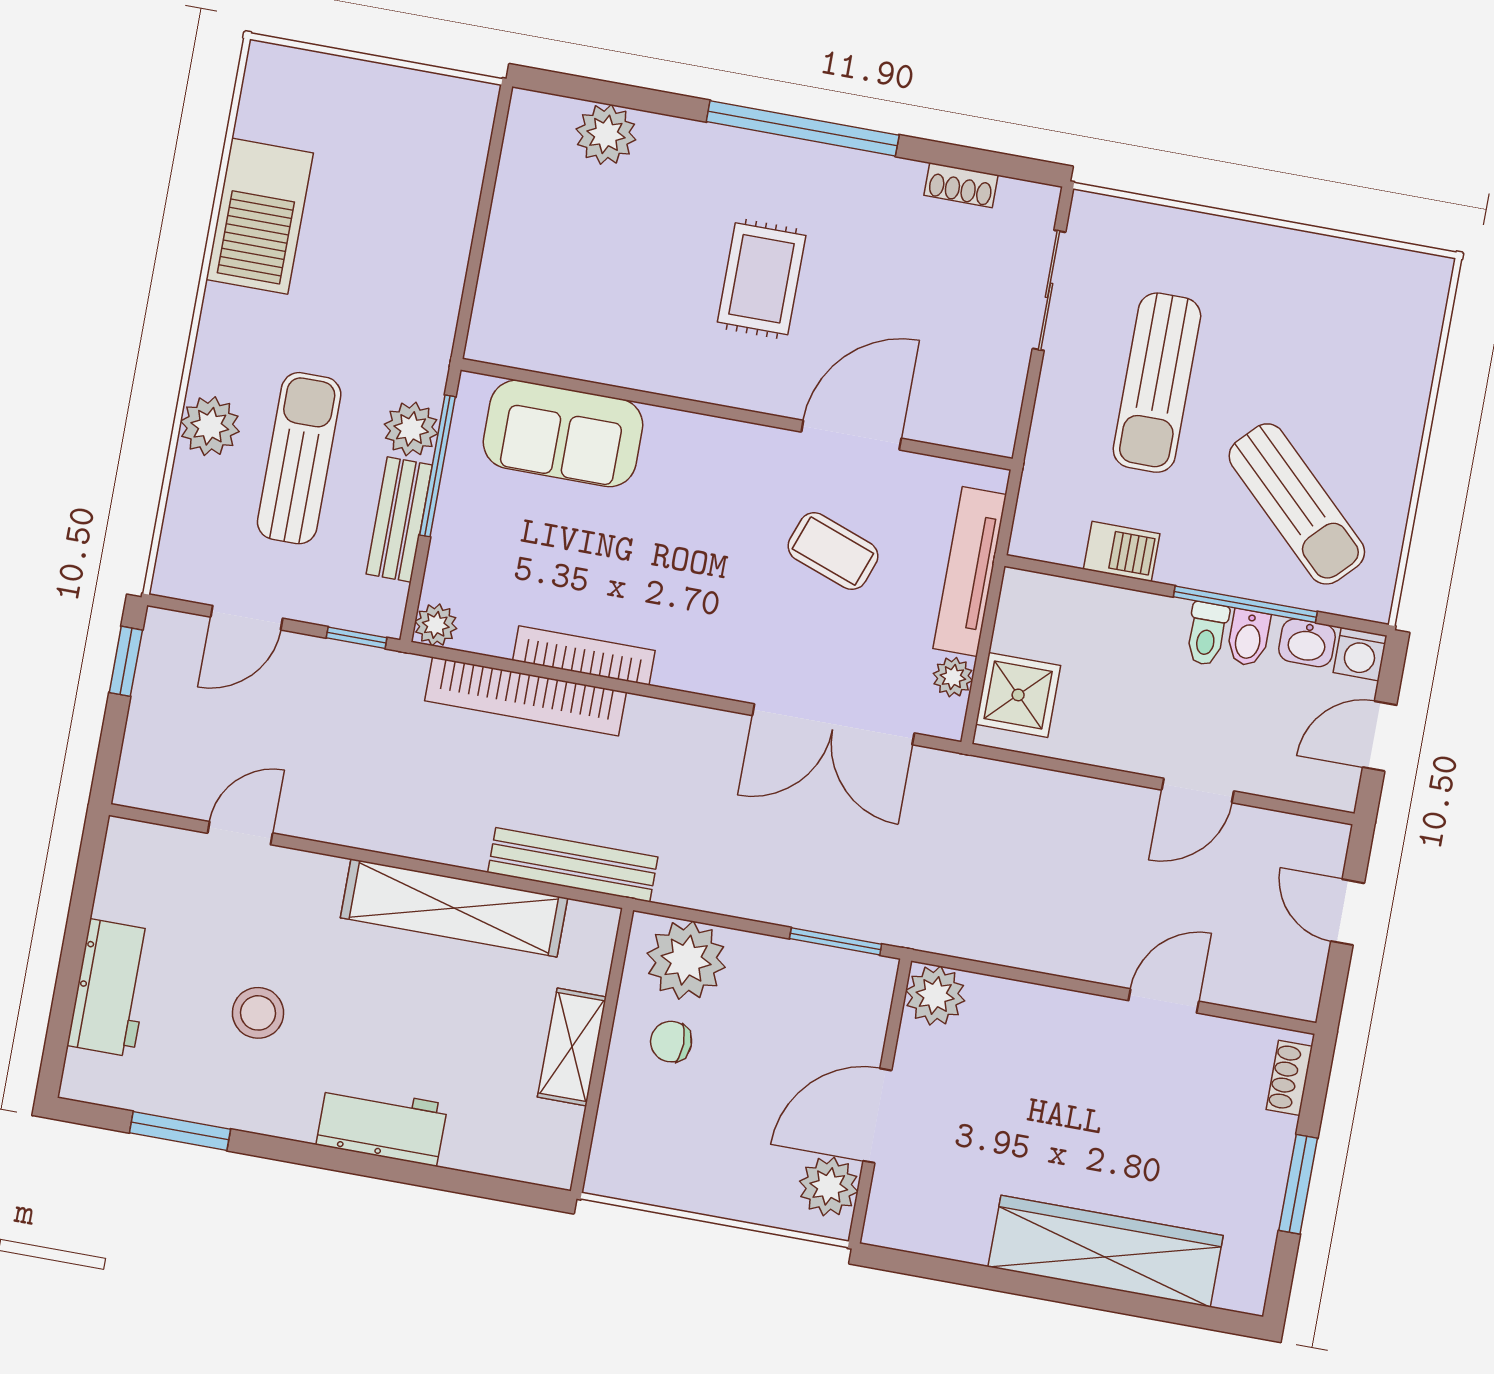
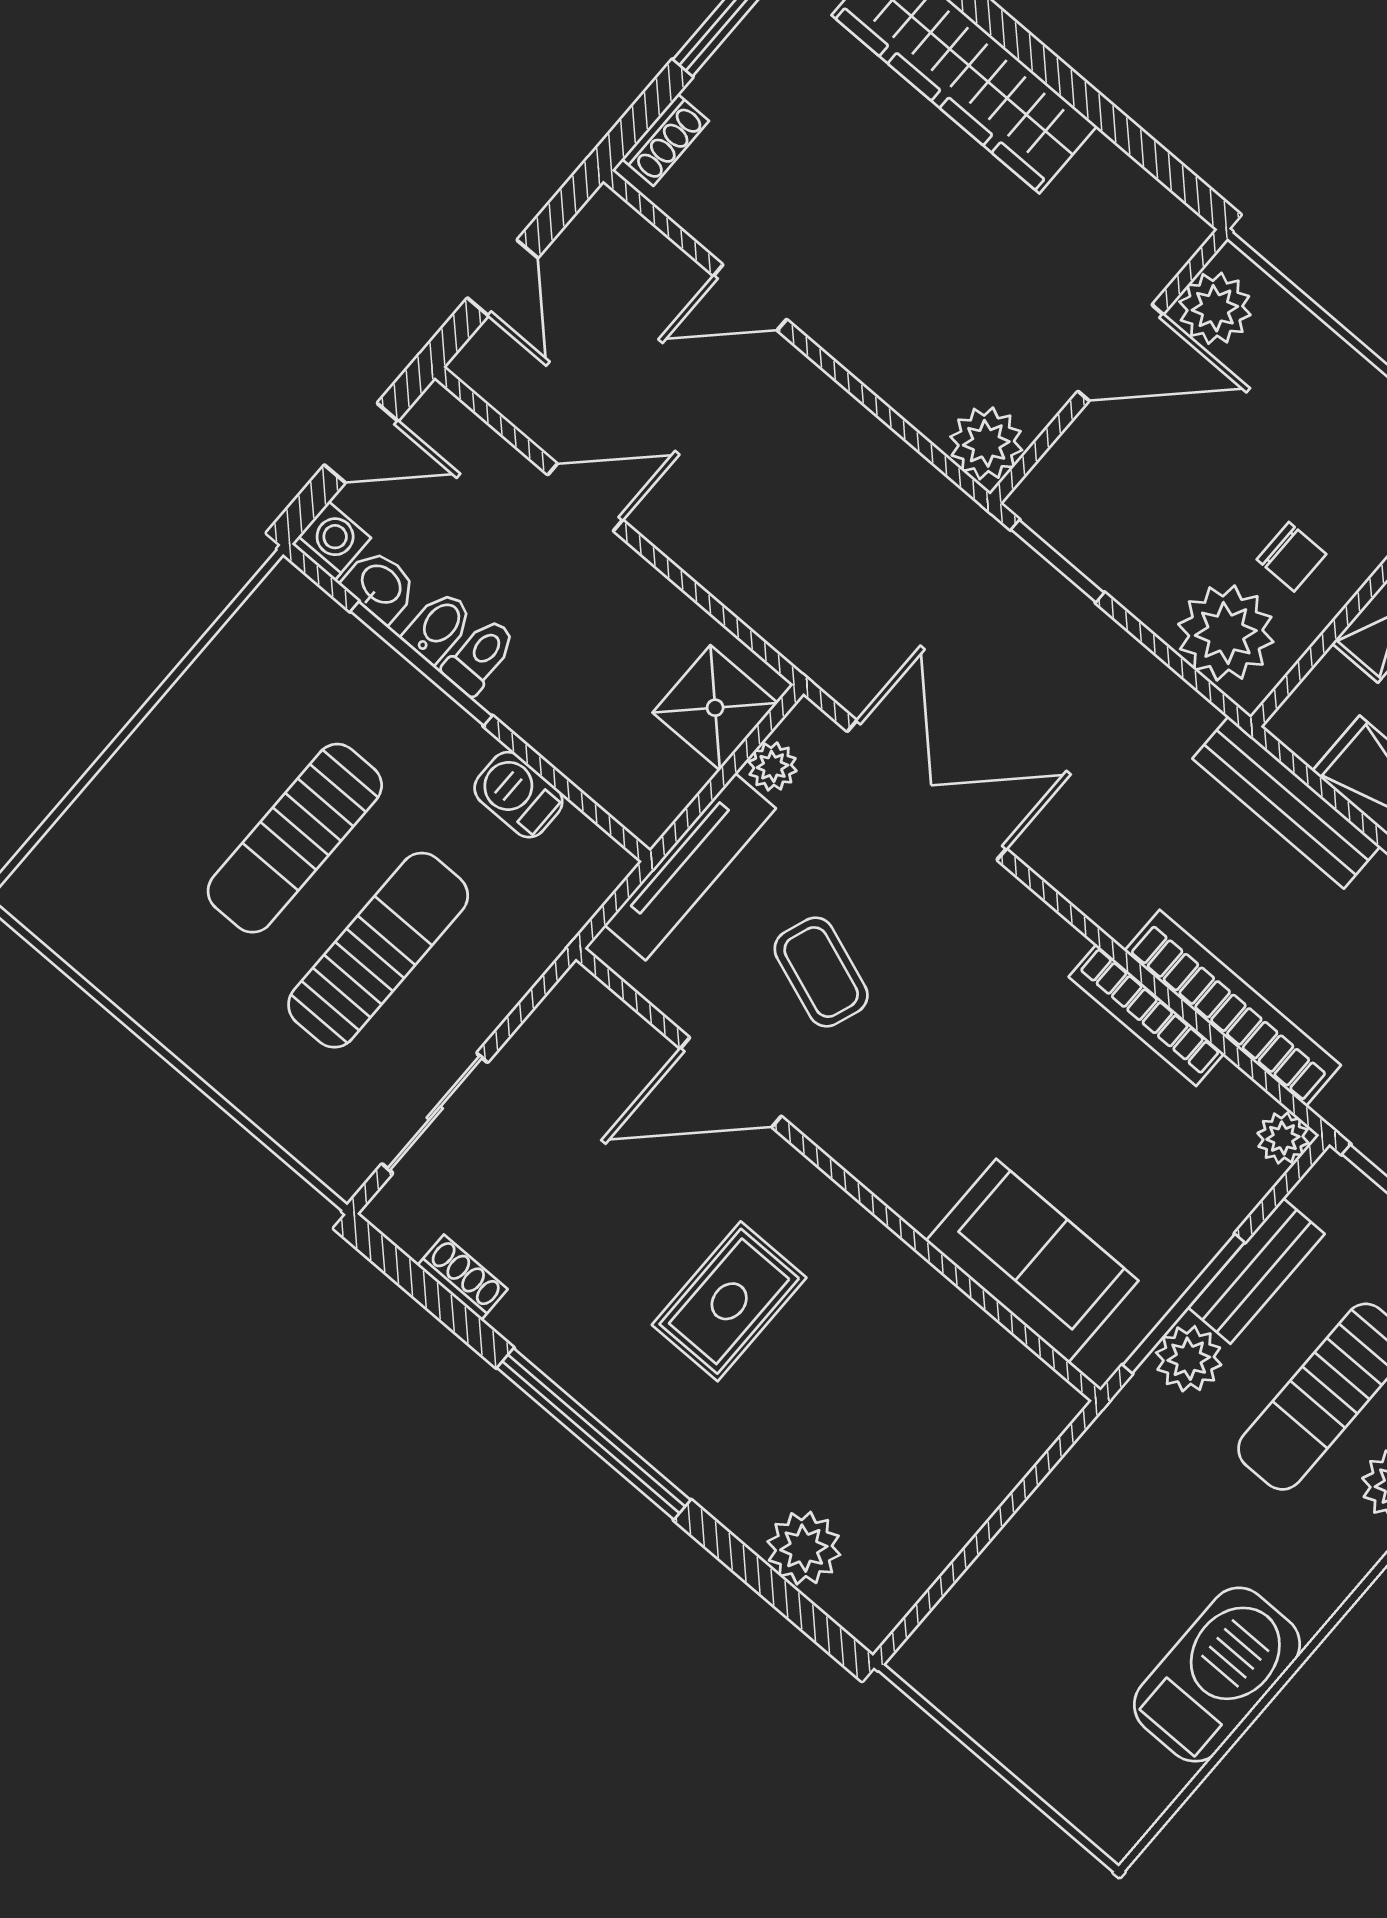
sun lounger: (1297, 504) -> (295, 838), moved, turned -134

